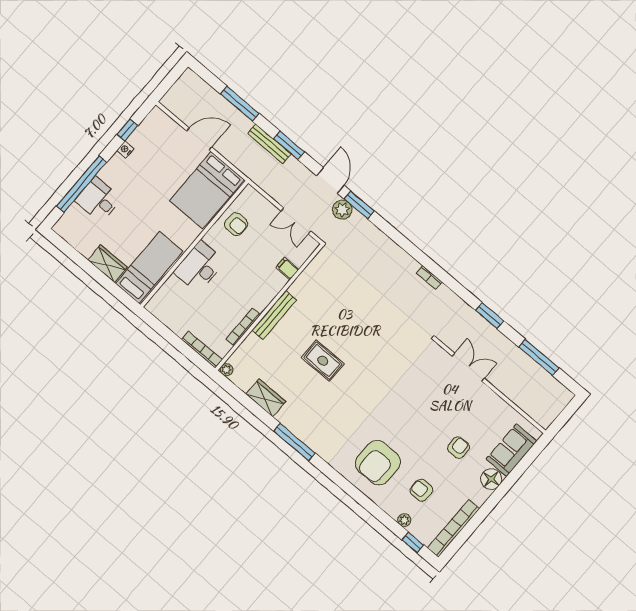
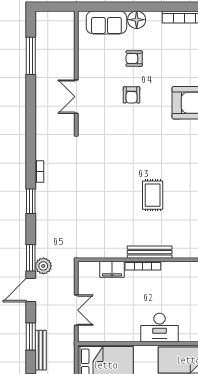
double door: (296, 221) -> (76, 310), moved
armchair: (236, 224) -> (111, 327), removed
filing cabinet: (287, 269) -> (112, 269), width x2.00
window: (490, 316) -> (31, 201), moved
bookcase: (243, 327) -> (143, 266), moved
armchair: (421, 490) -> (131, 95), moved

